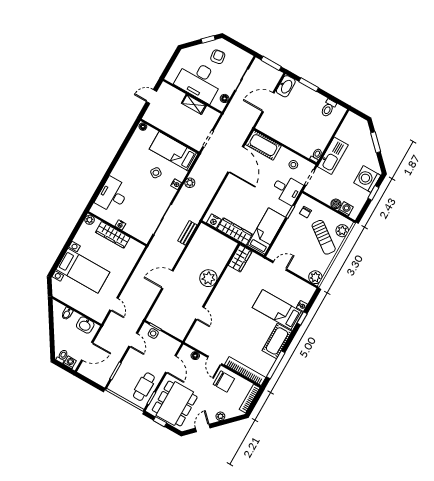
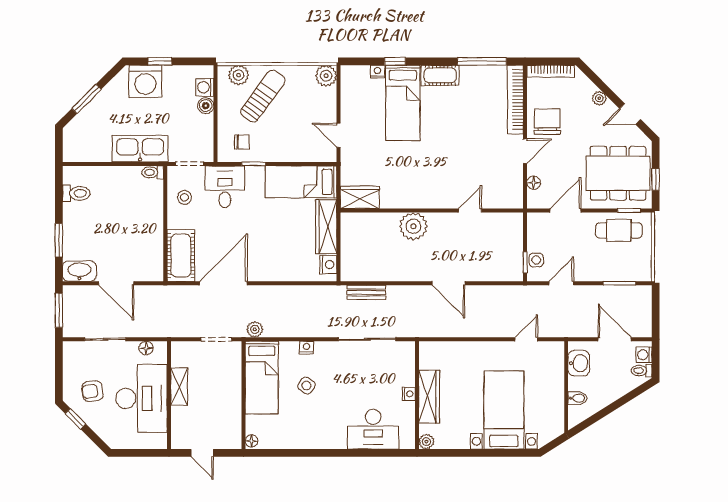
plant: (190, 183) -> (255, 329), moved
cot: (277, 341) -> (440, 75), width x0.73, depth x0.75

